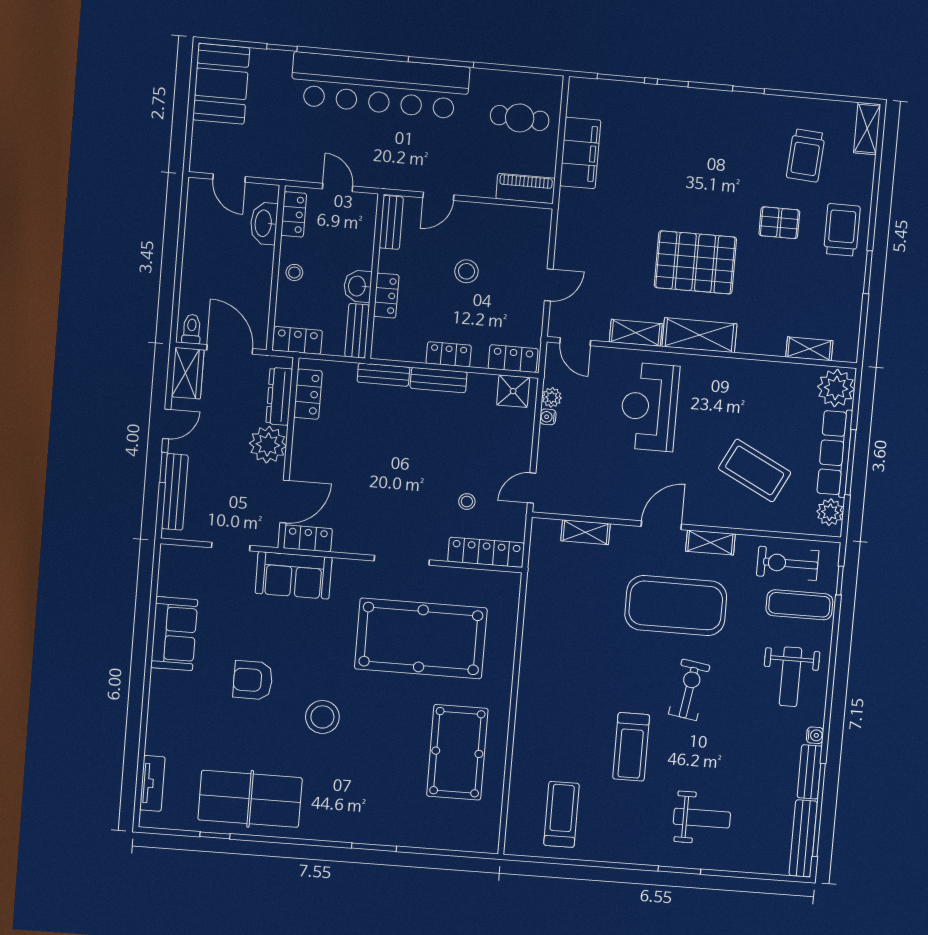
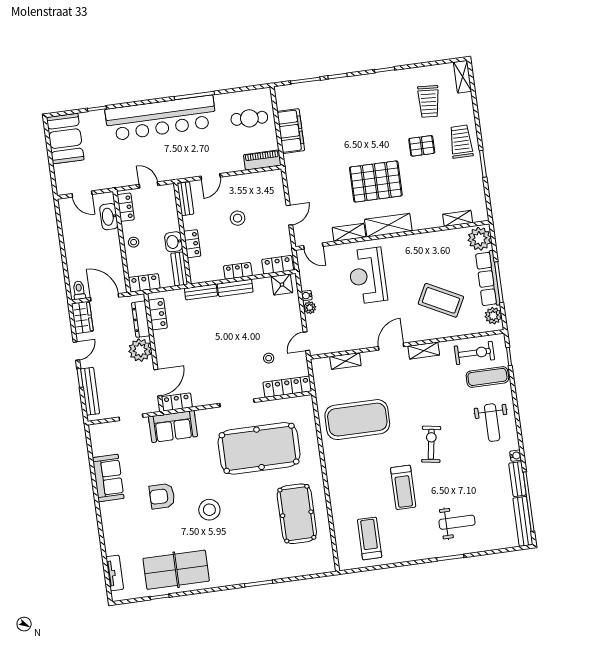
plant: (552, 397) -> (310, 308), moved
exercise bike: (788, 563) -> (474, 353), turned 180
exercise mat: (676, 606) -> (357, 420), moved

